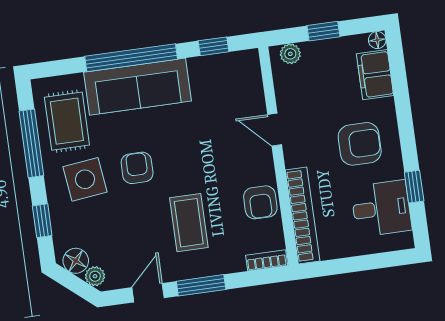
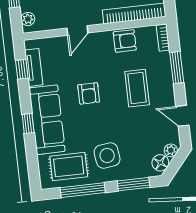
window: (131, 58) -> (28, 123), width x0.32
tv unit: (217, 64) -> (34, 67), added
armchair: (137, 168) -> (89, 93), moved, turned -90
window: (42, 221) -> (134, 184), width x1.50
coffee table: (189, 223) -> (137, 88), turned 90
window: (201, 285) -> (177, 68), moved

